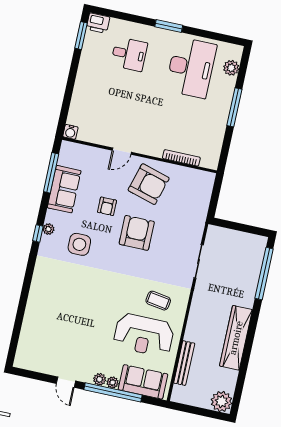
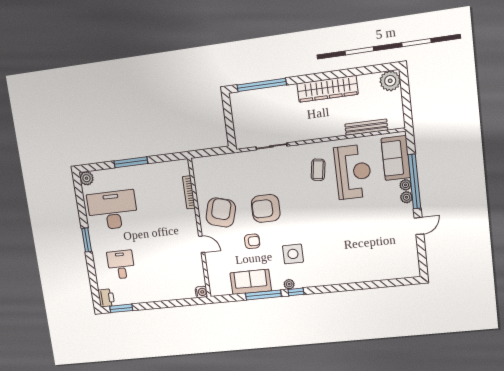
plant: (231, 68) -> (87, 178), moved
window: (51, 173) -> (263, 295), moved

